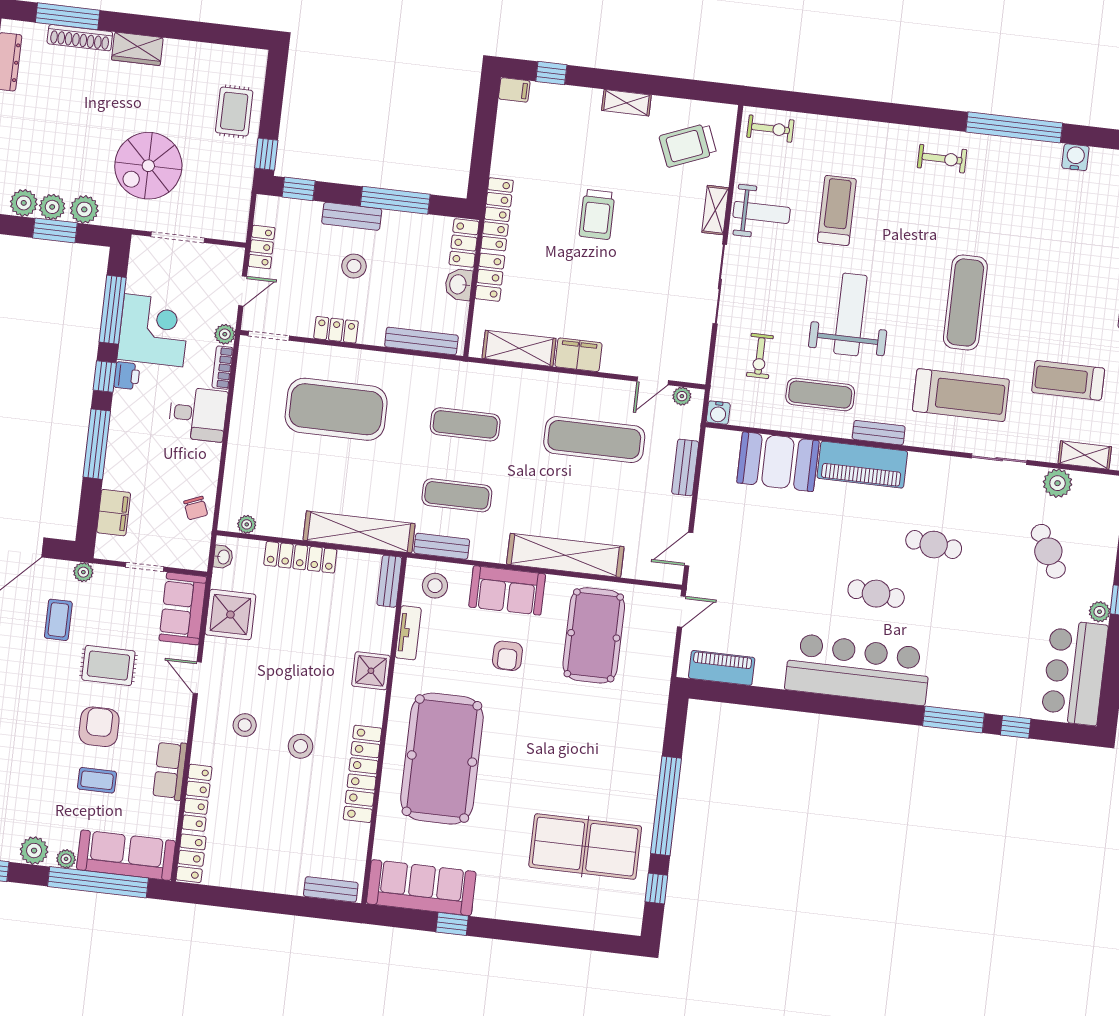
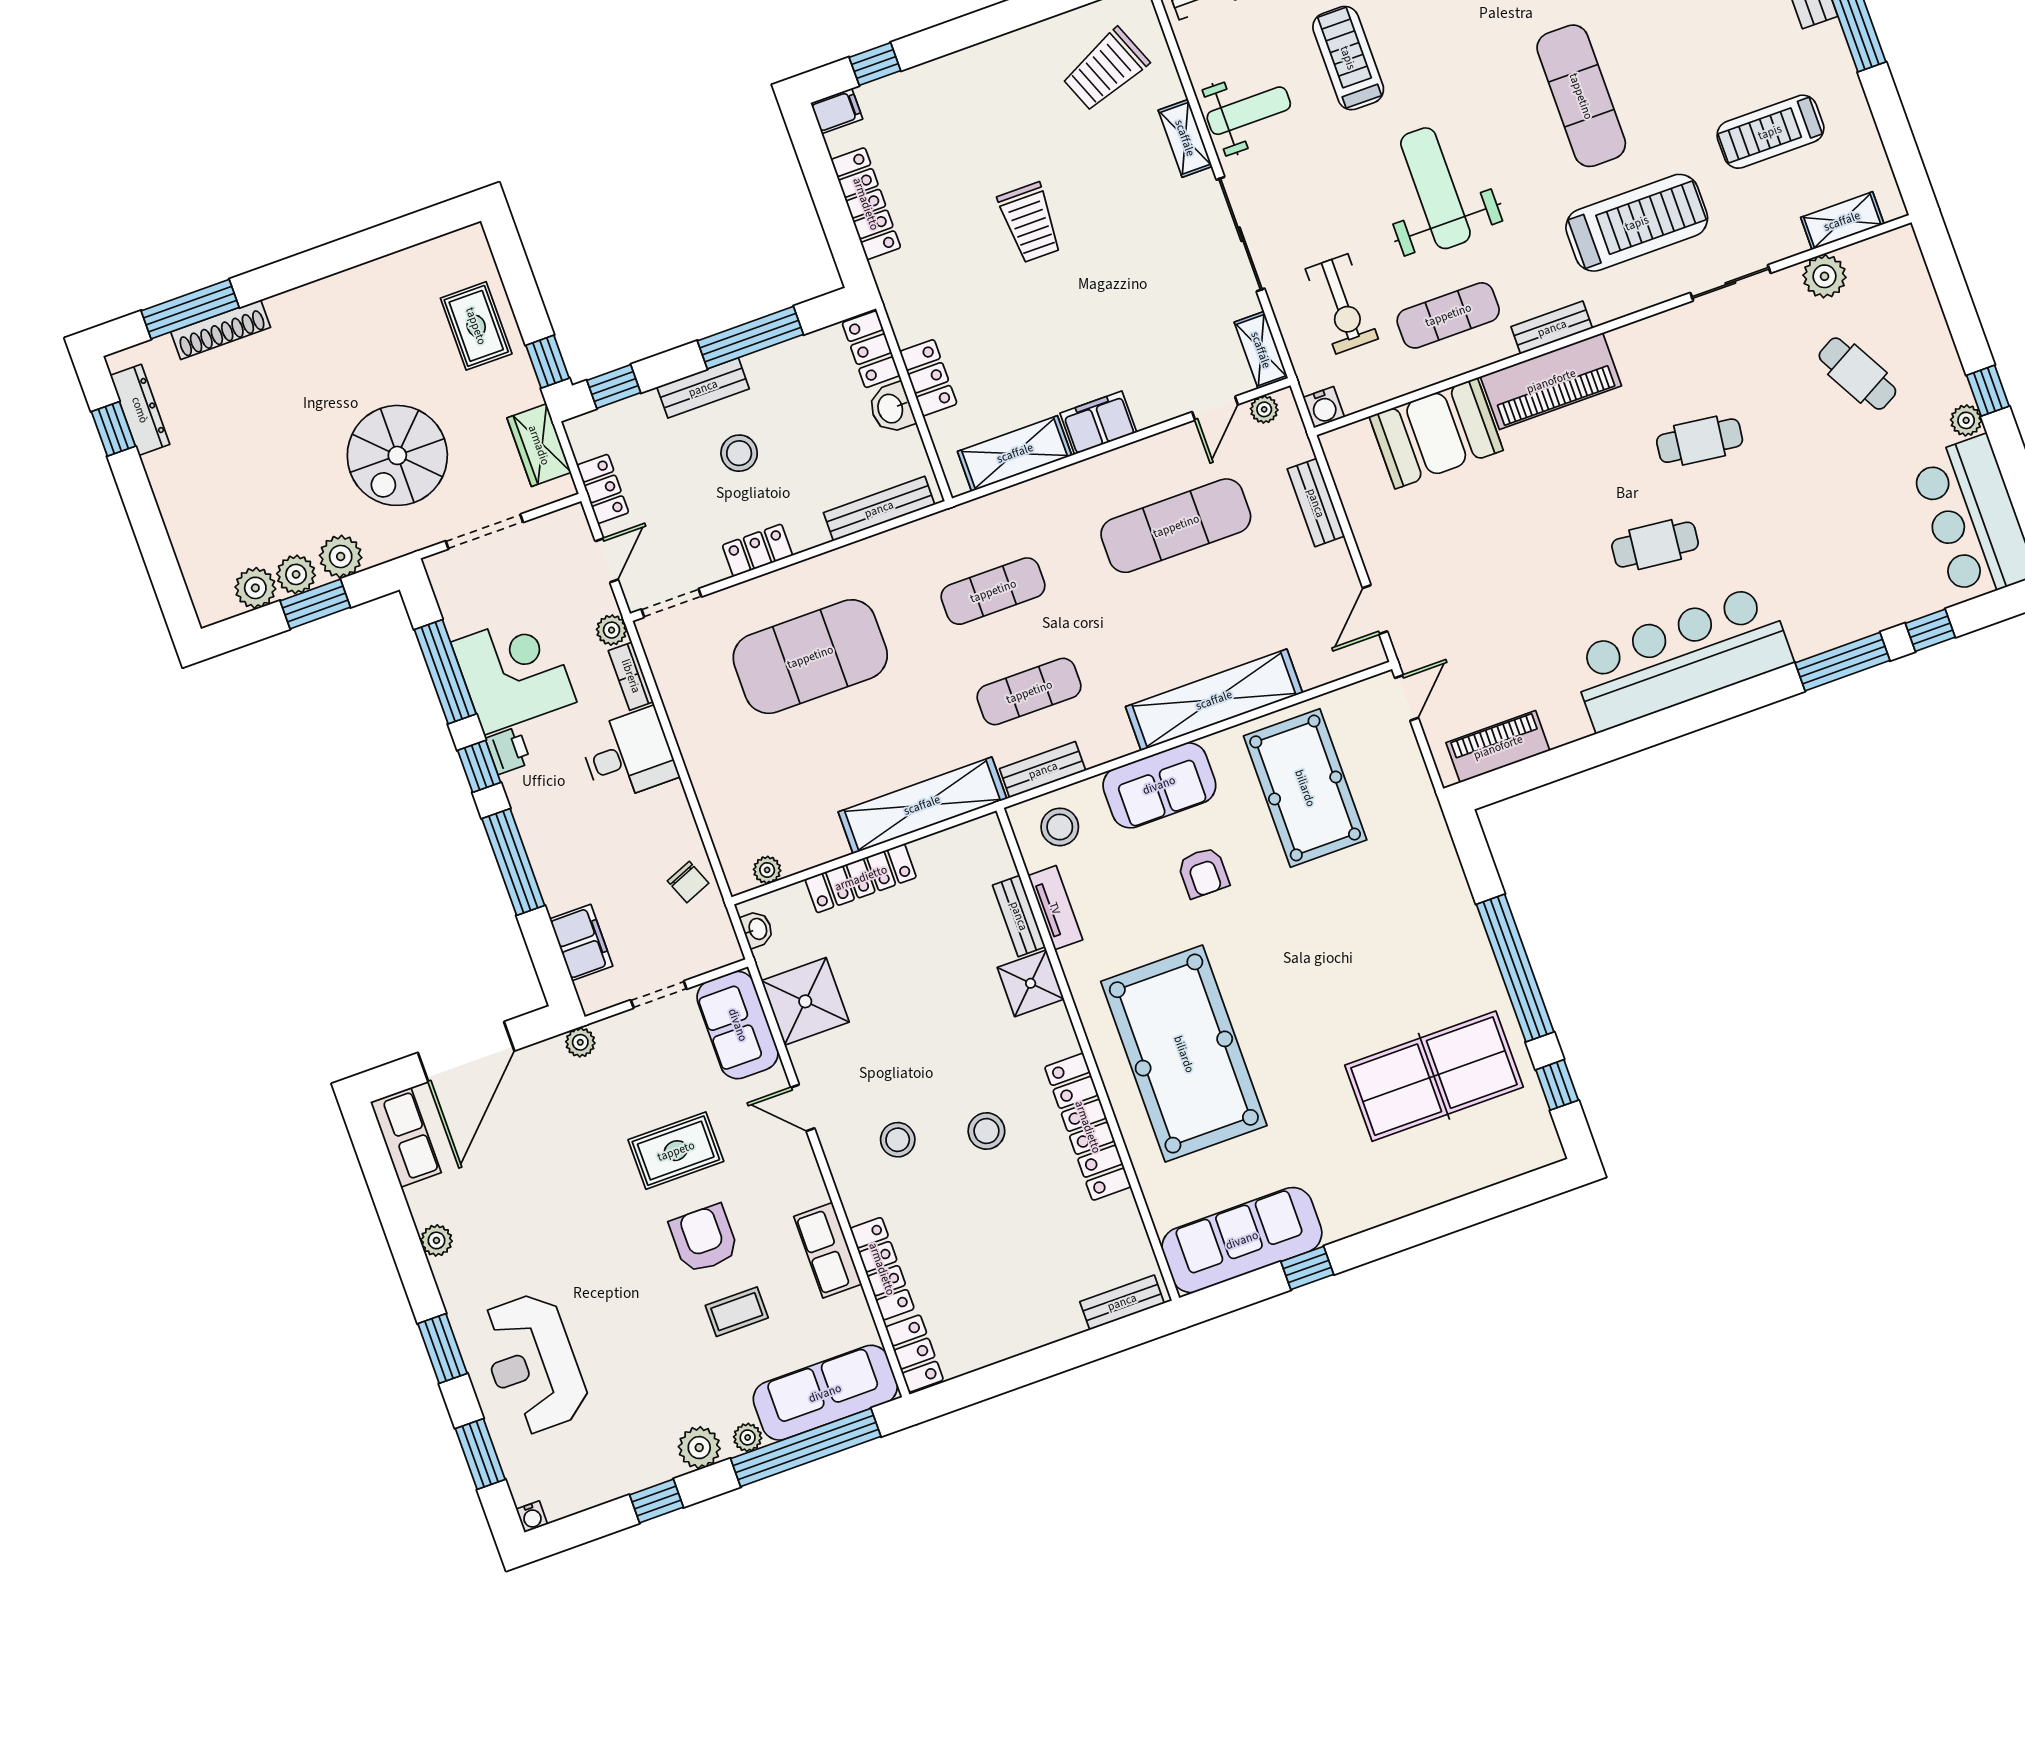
wardrobe: (137, 49) -> (539, 445), moved, turned 90
shelving: (626, 103) -> (1261, 350), moved, turned 90
locker: (497, 214) -> (866, 204), moved
exercise bike: (760, 356) -> (1342, 304), width x1.38, depth x1.39
bench: (389, 581) -> (1019, 916), moved
coffee table: (58, 620) -> (578, 1123), removed

